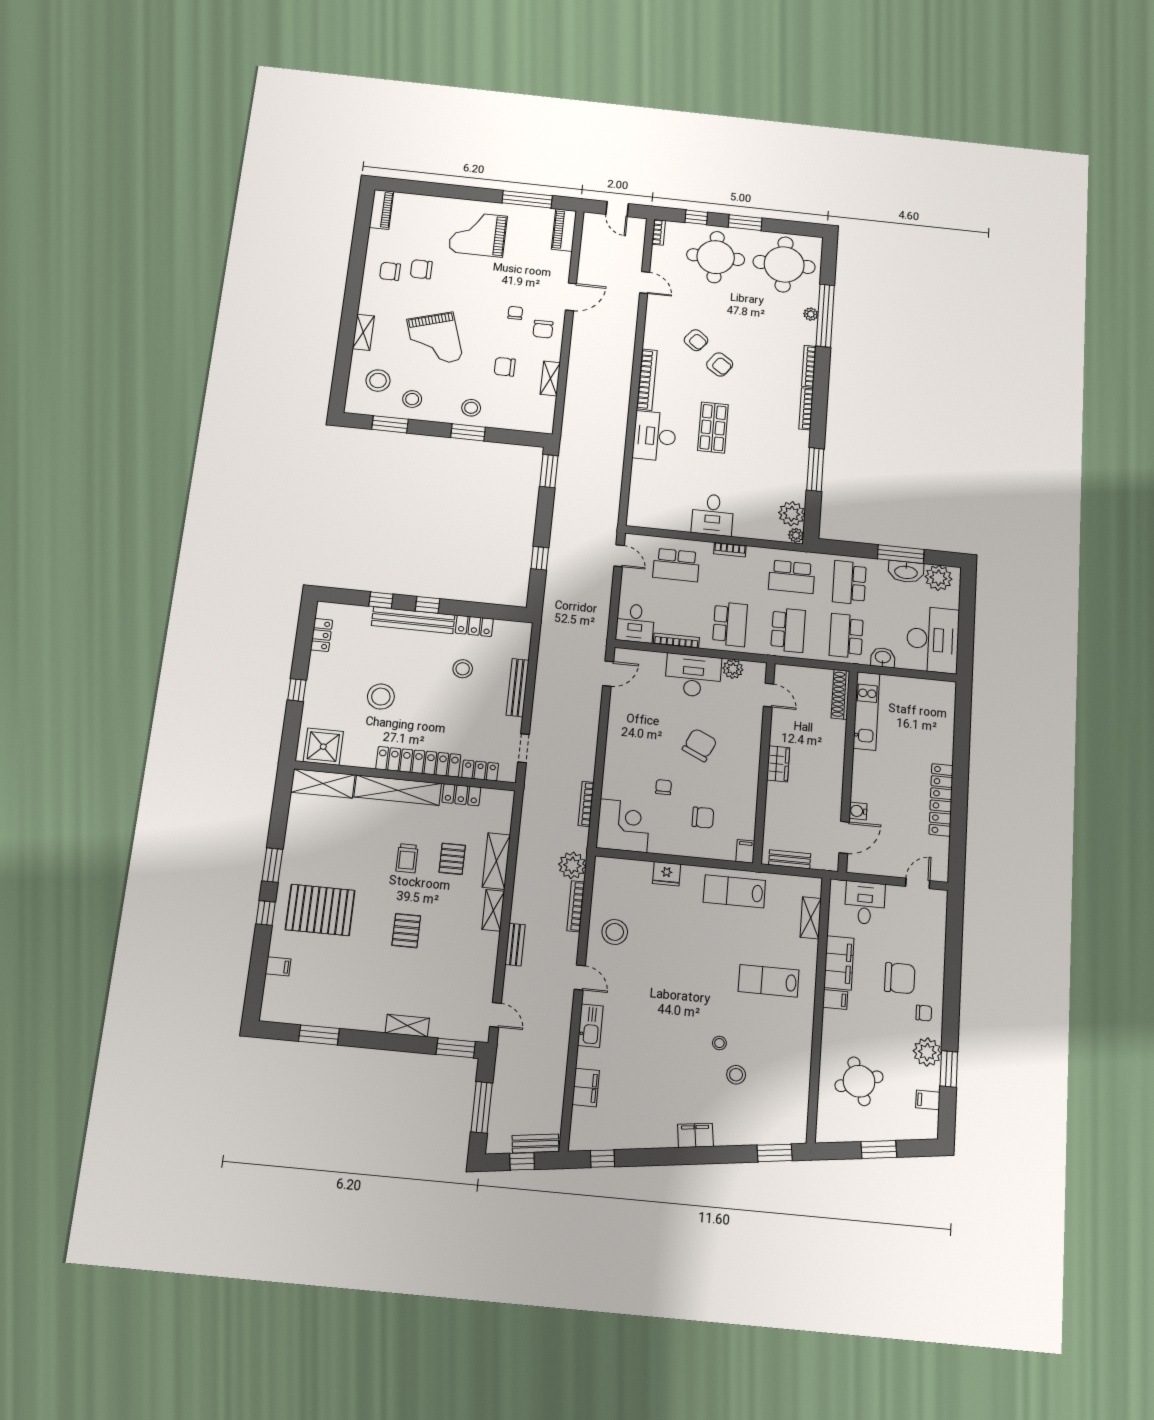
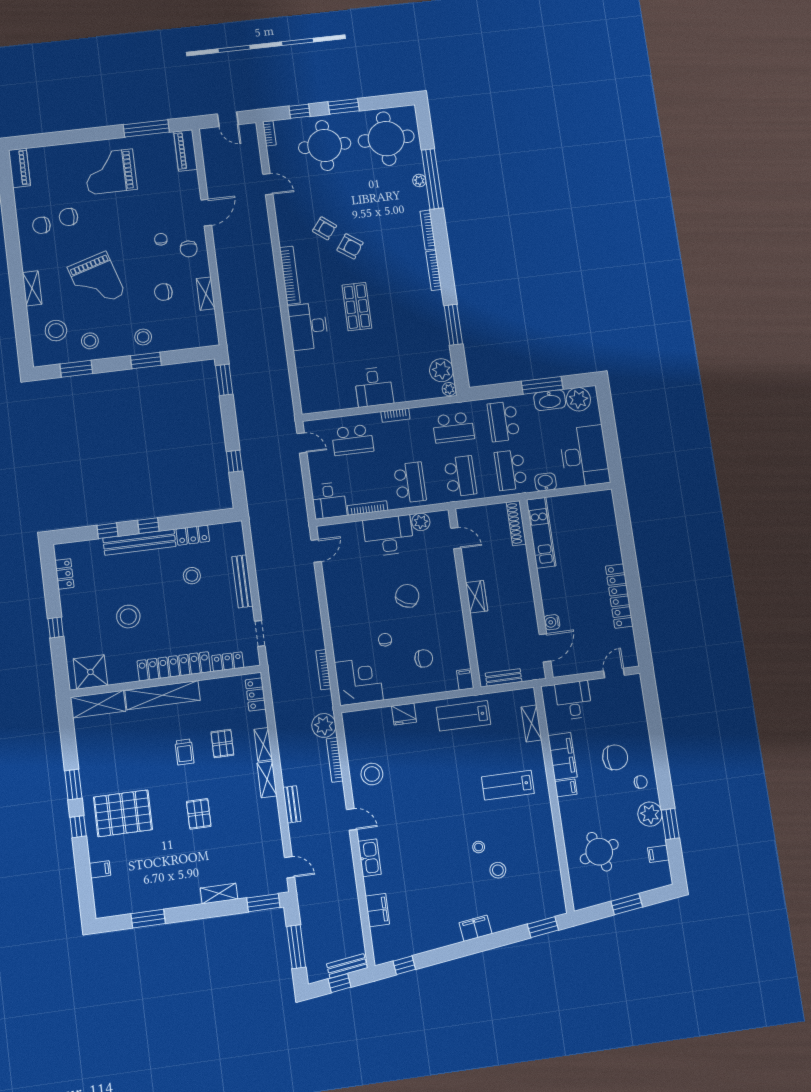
locker: (461, 795) -> (256, 694), moved, turned 90
shelving: (496, 861) -> (263, 744), width x0.67, depth x0.75

